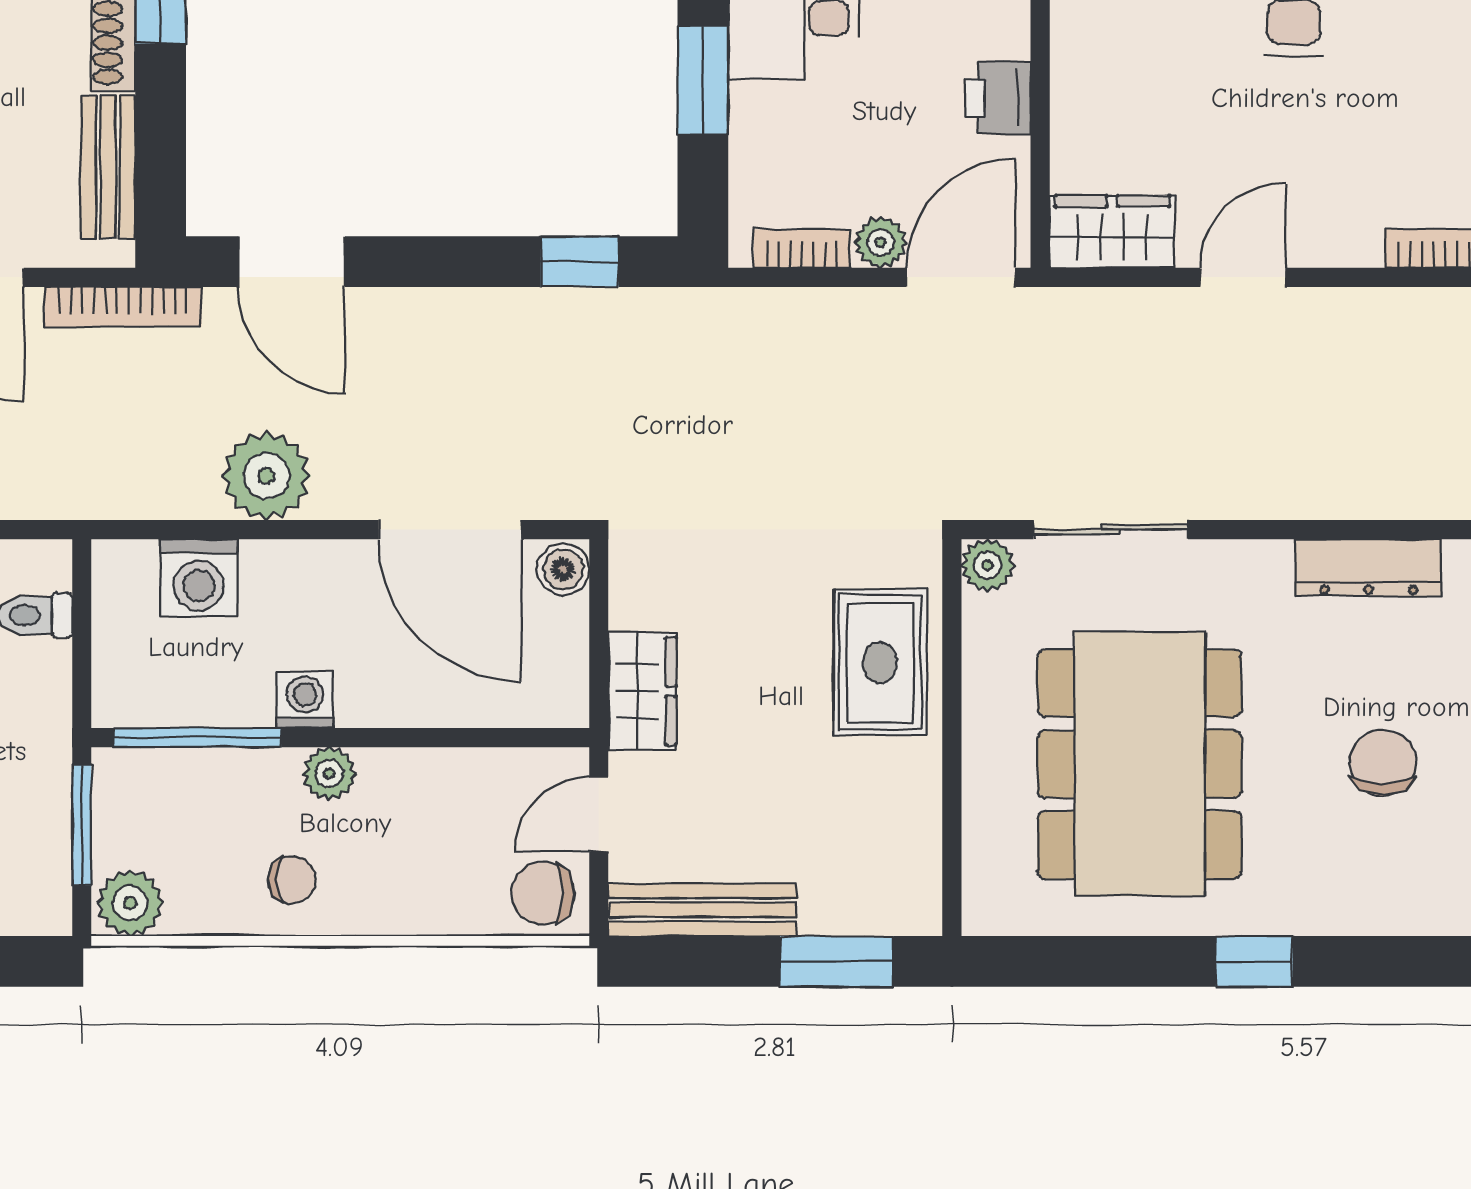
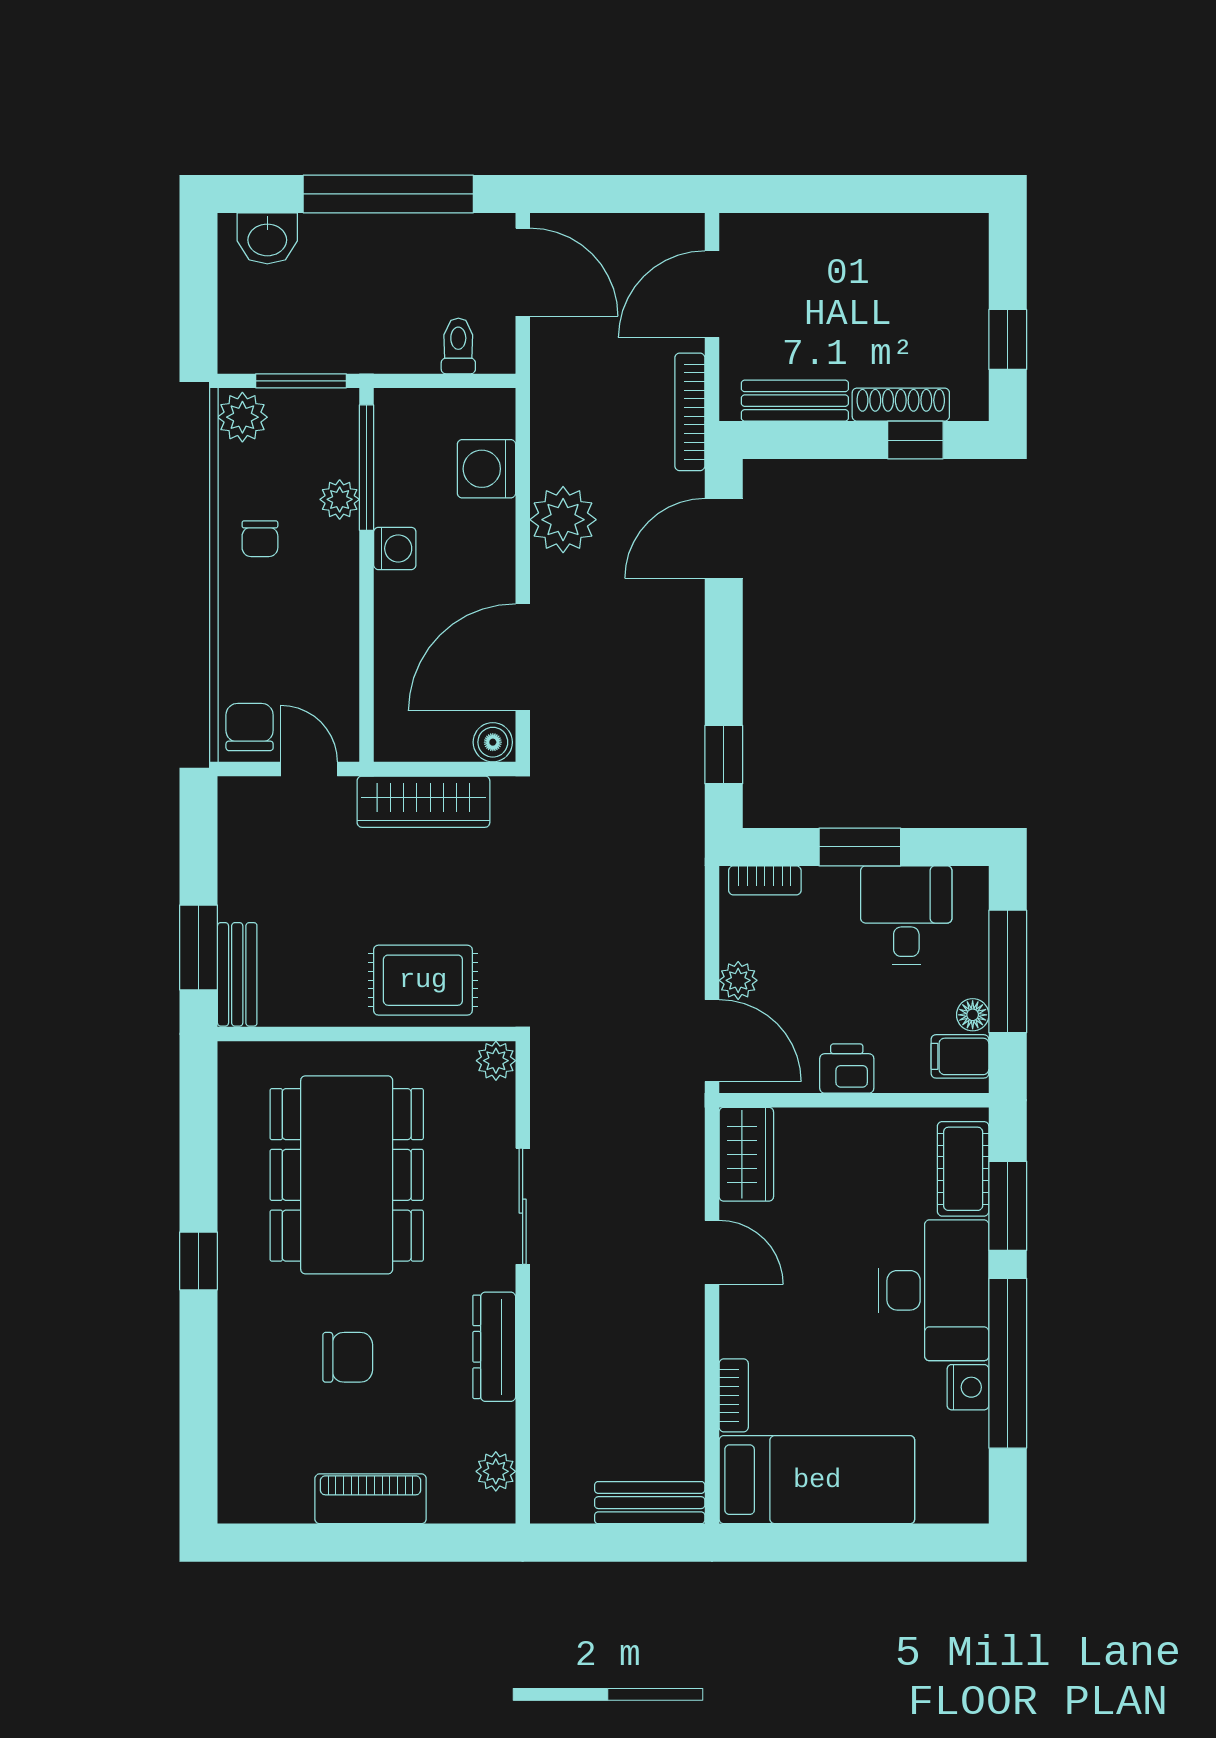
bookcase: (802, 249) -> (765, 880), moved, turned 90
sliding door: (1111, 530) -> (523, 1206), moved
wardrobe: (642, 691) -> (423, 802), width x1.50
dining table: (1140, 764) -> (347, 1175), turned 90
plant: (329, 773) -> (340, 499), moved
bench: (702, 910) -> (237, 974), moved, width x0.73

